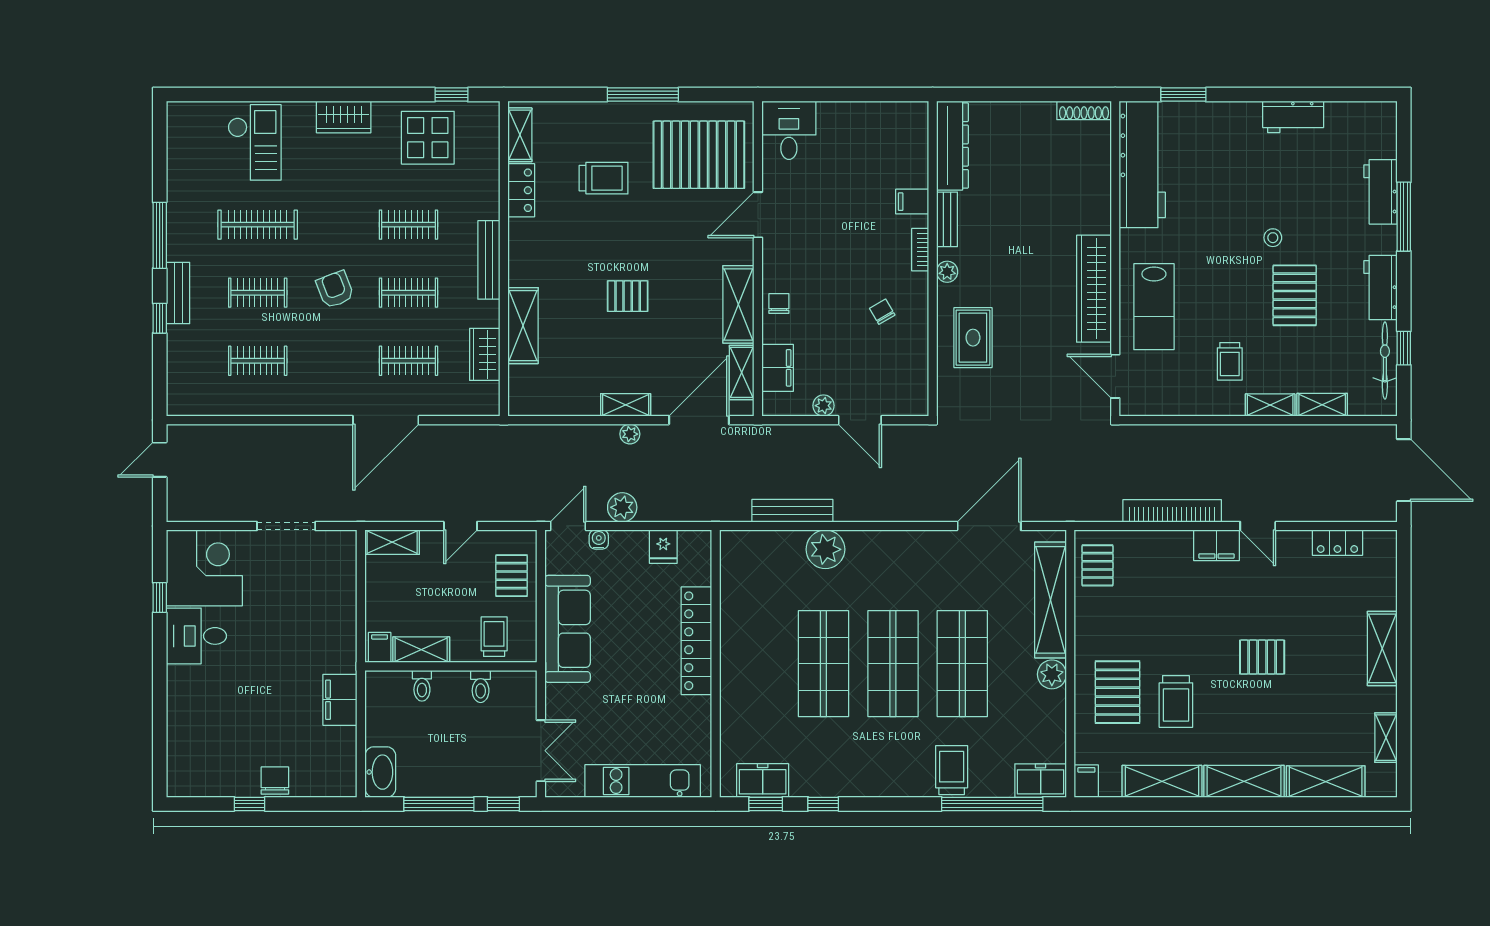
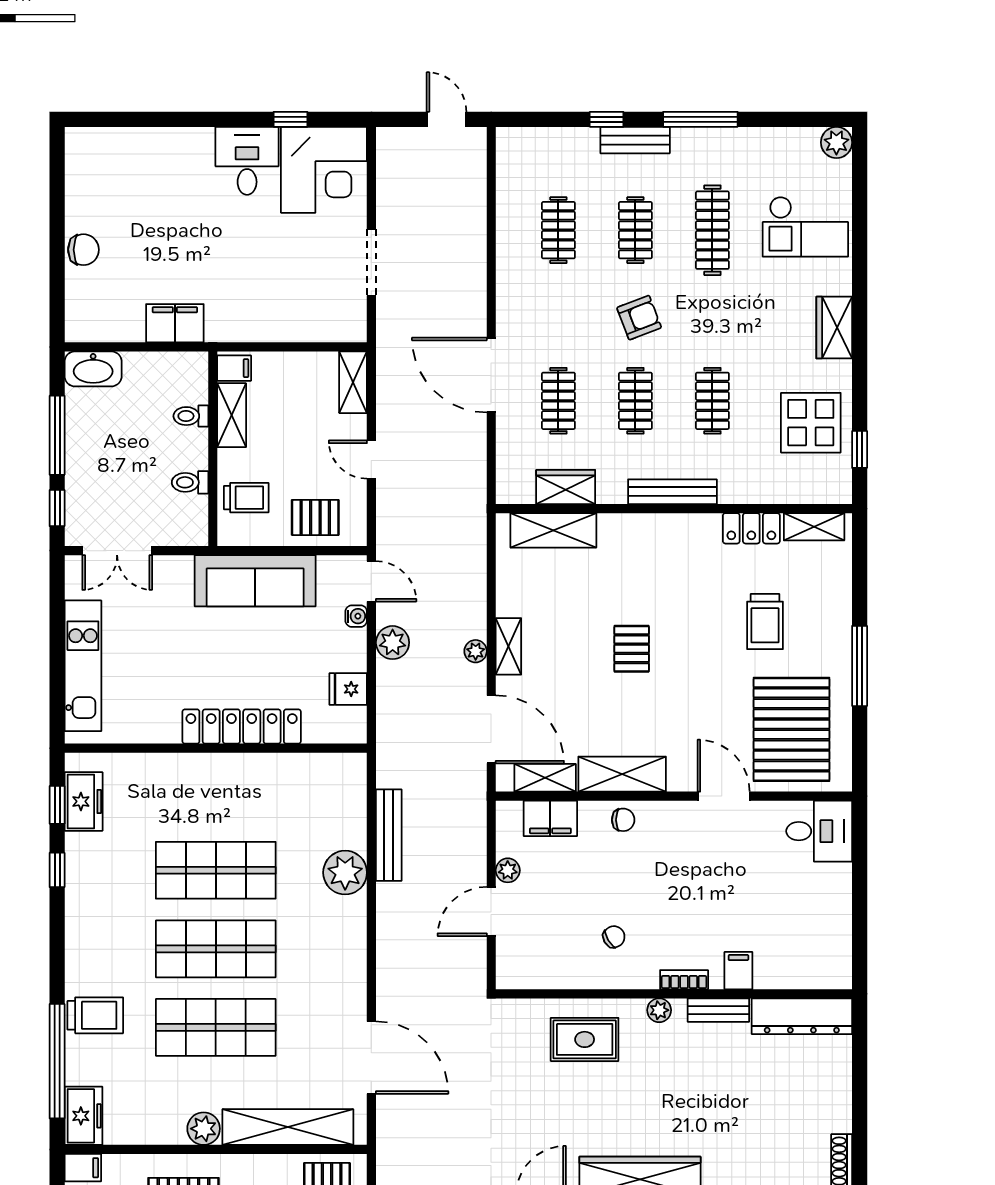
plant: (180, 115) -> (836, 142), added
shelving: (523, 326) -> (553, 530), moved
window: (249, 804) -> (57, 221), removed

